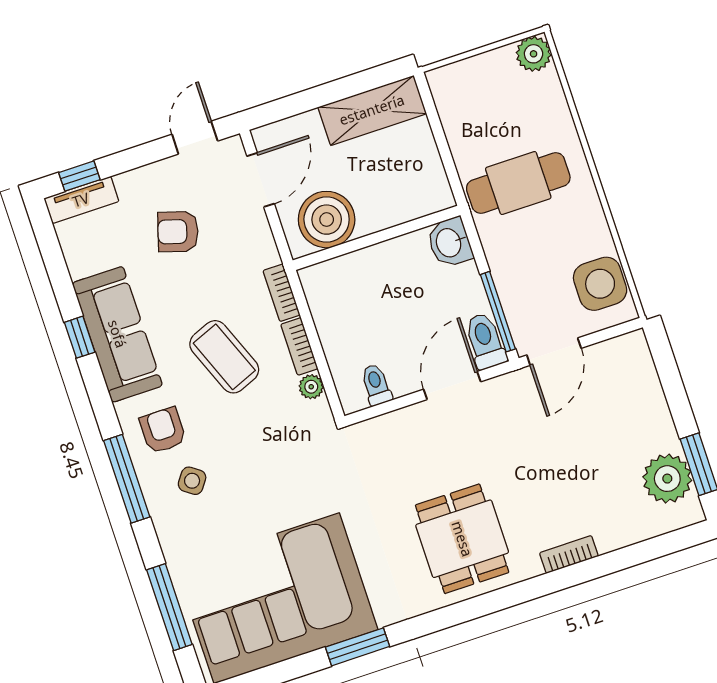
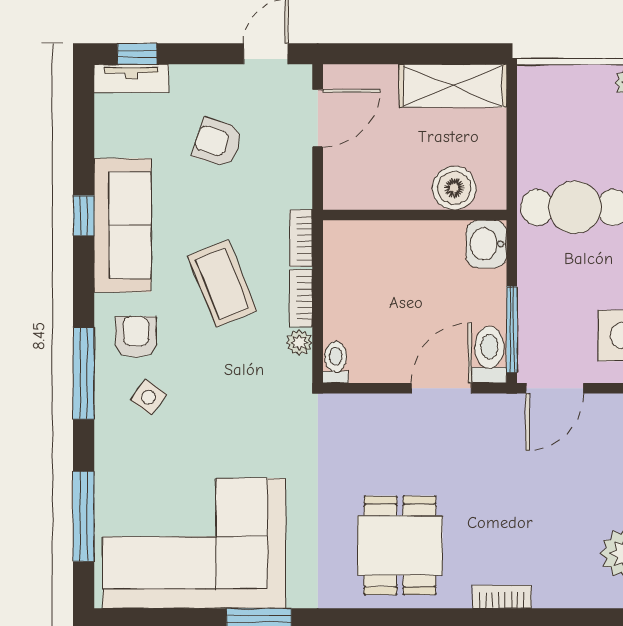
boiler: (327, 220) -> (454, 188), moved, width x0.73, depth x0.73
toilet: (376, 385) -> (336, 362), moved

